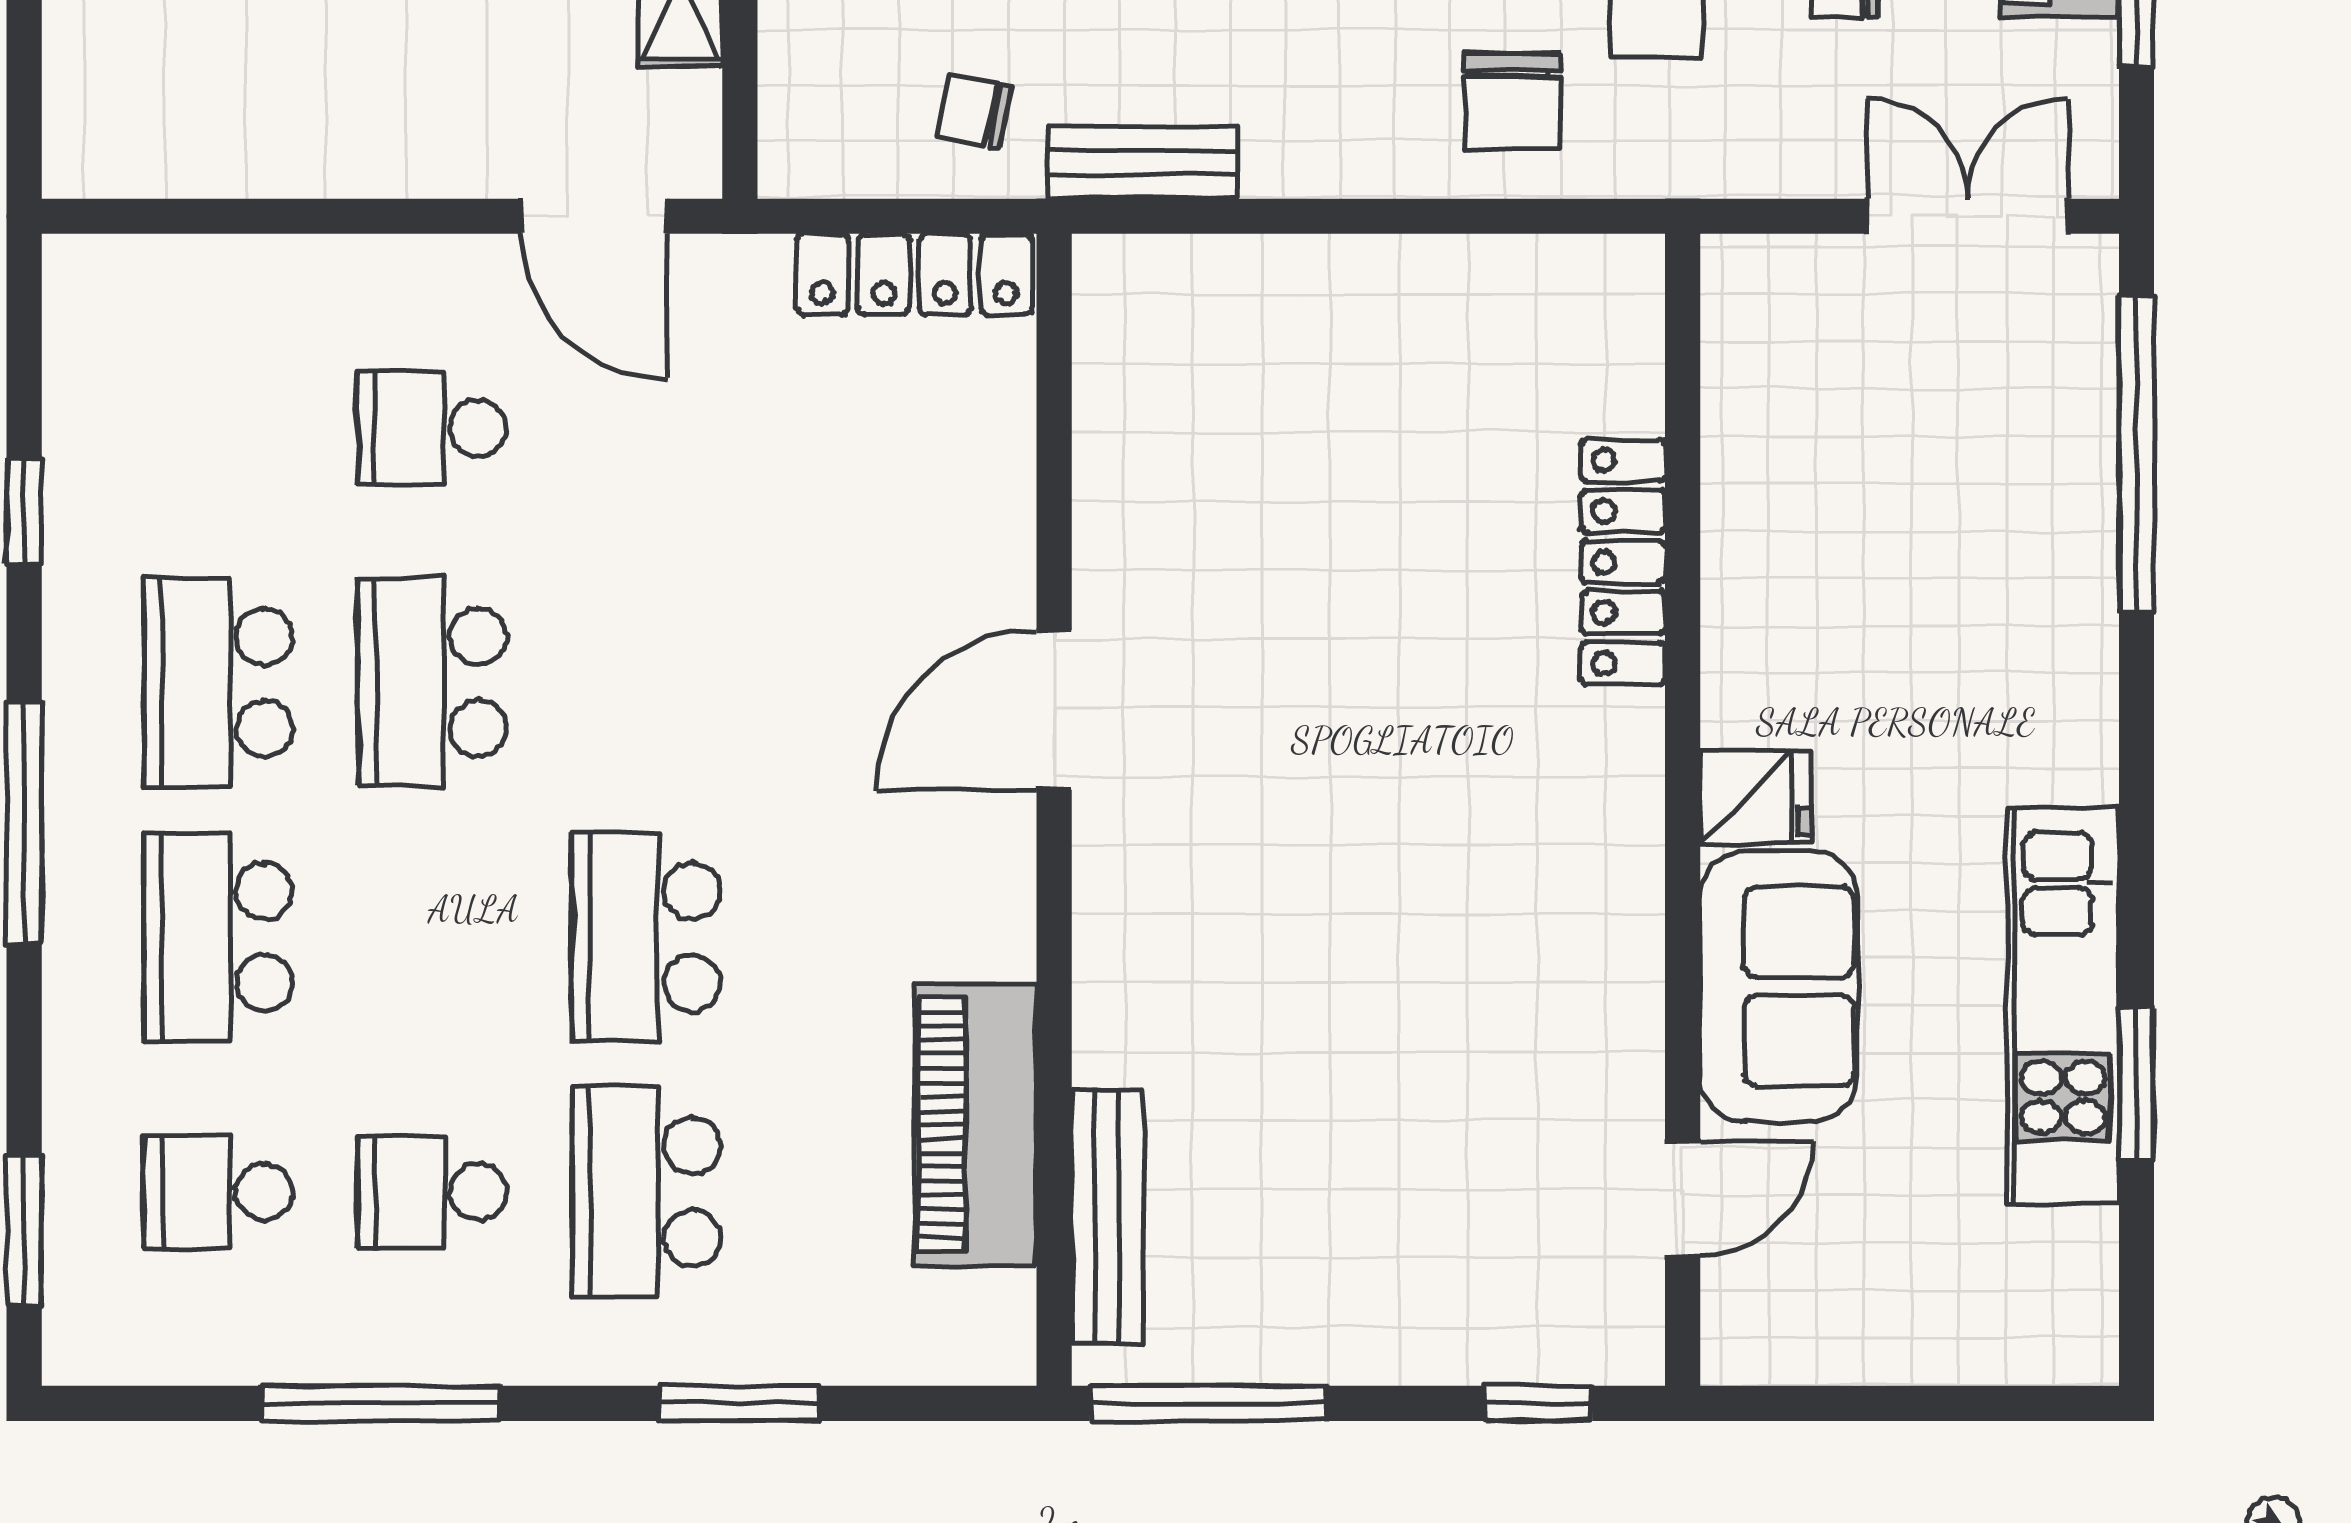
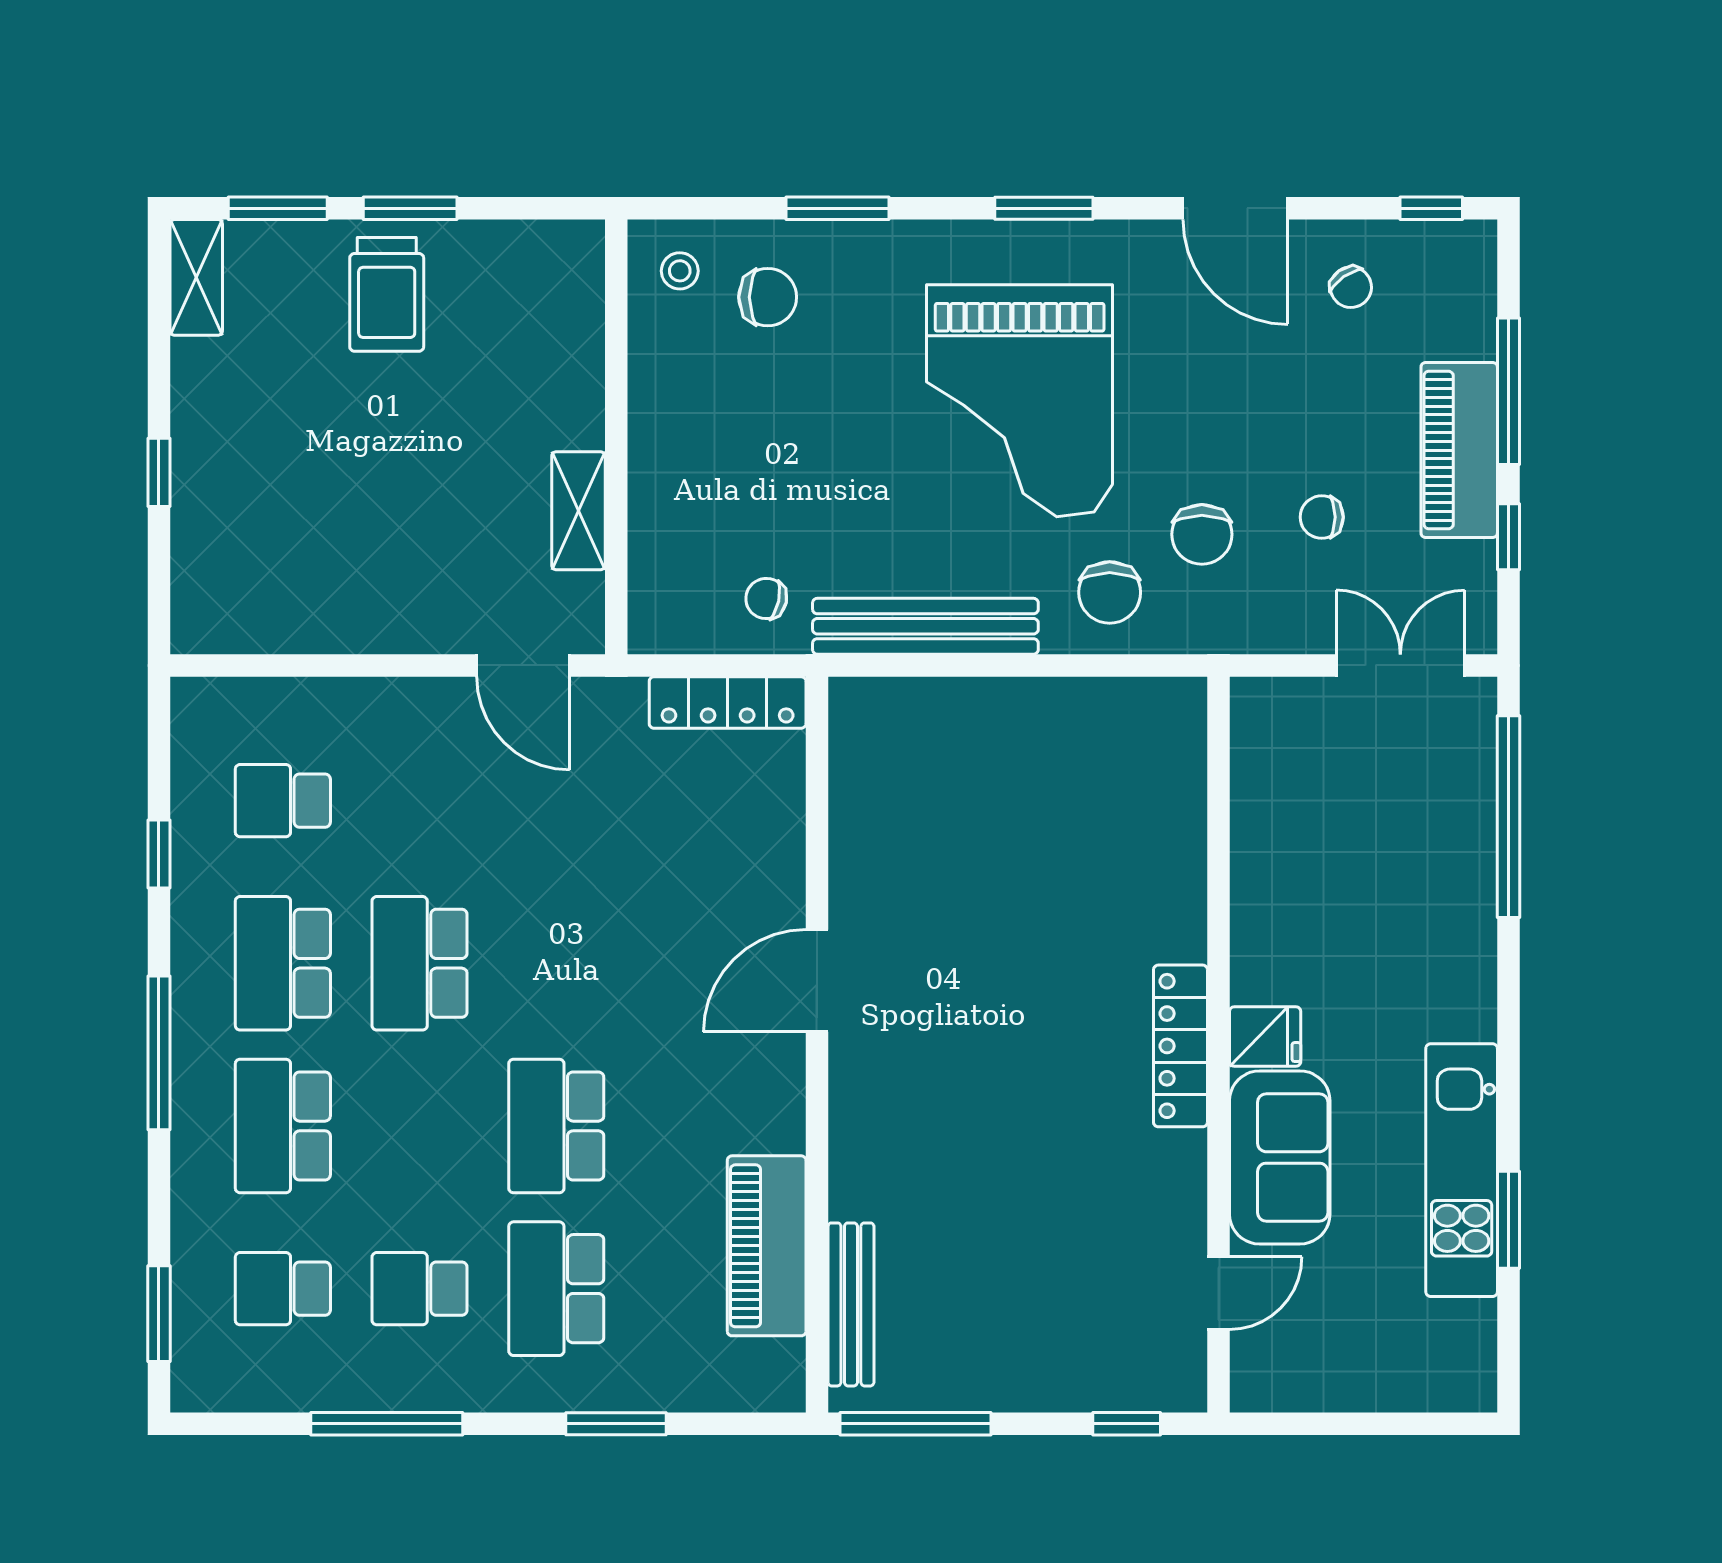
bench: (1142, 163) -> (925, 626), width x1.86, depth x1.21
school desk: (432, 428) -> (283, 801), moved
locker: (1623, 562) -> (1180, 1046), moved

